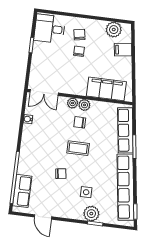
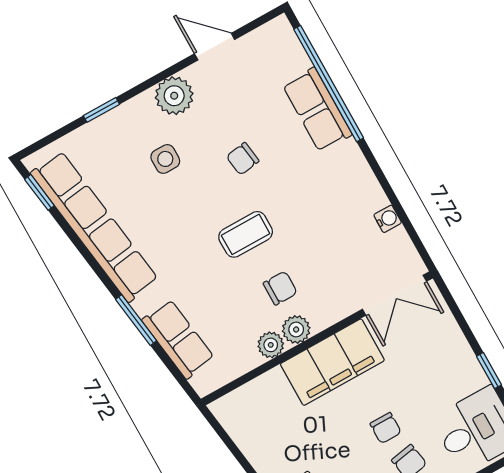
filing cabinet: (106, 89) -> (332, 362), moved
double door: (44, 93) -> (394, 295), swing flipped
plant: (73, 103) -> (271, 345), moved
row of seats: (125, 130) -> (178, 339), width x0.68
row of seats: (22, 191) -> (317, 110), moved
plant: (91, 214) -> (174, 96), moved

